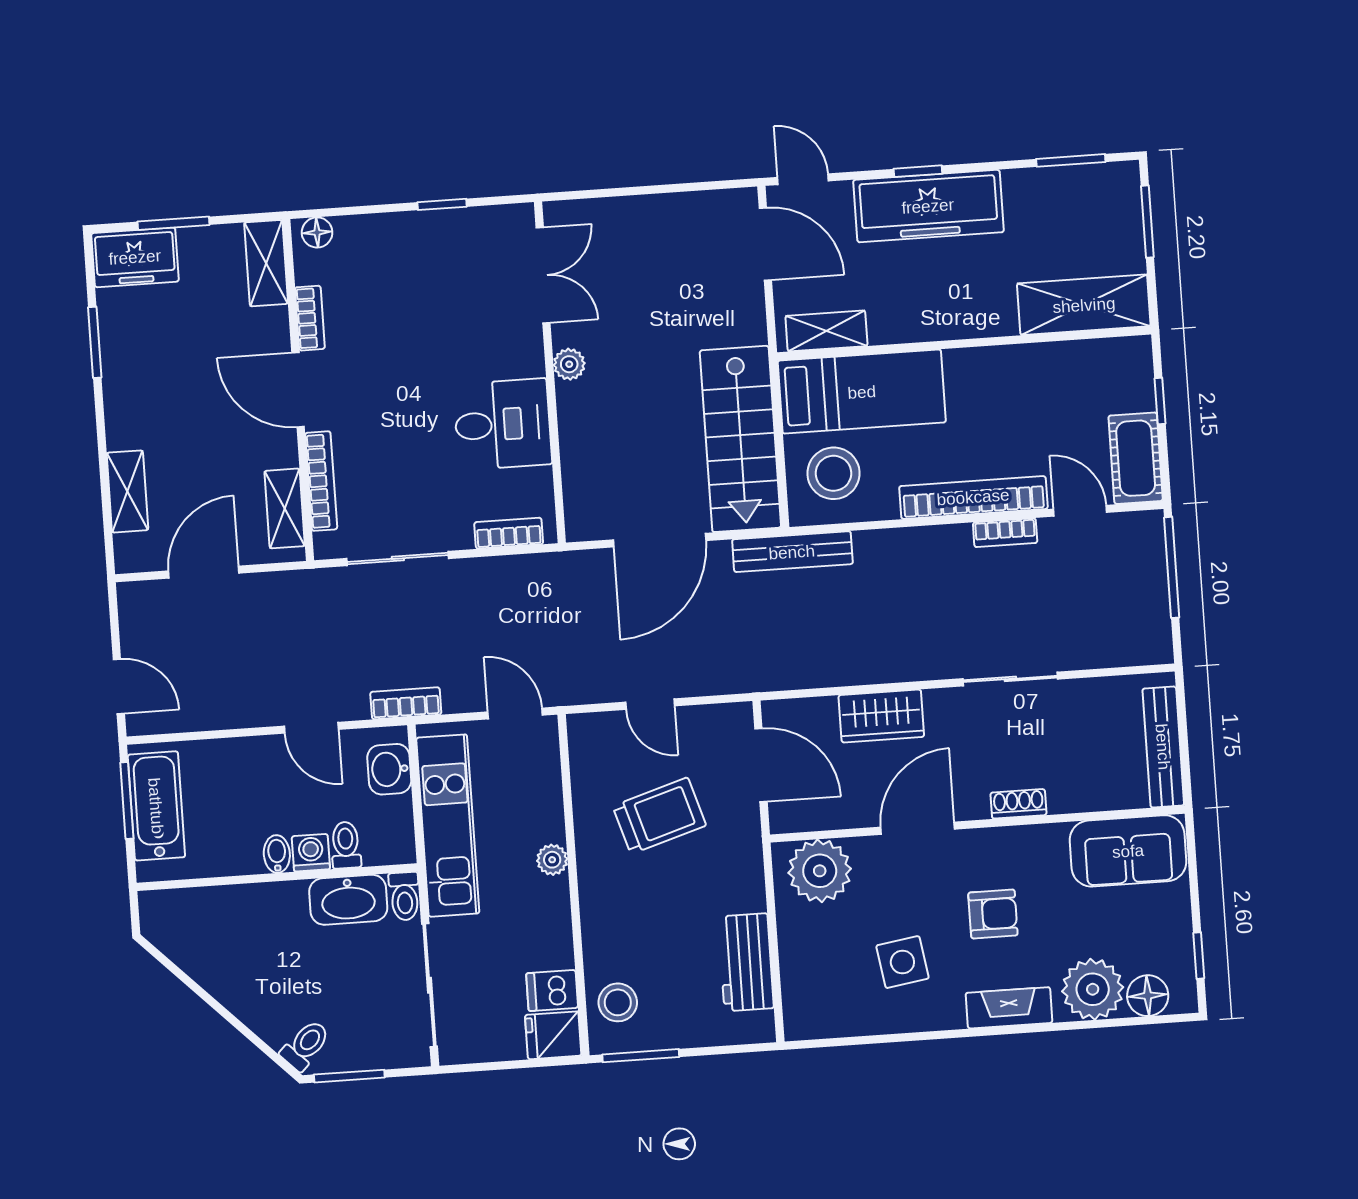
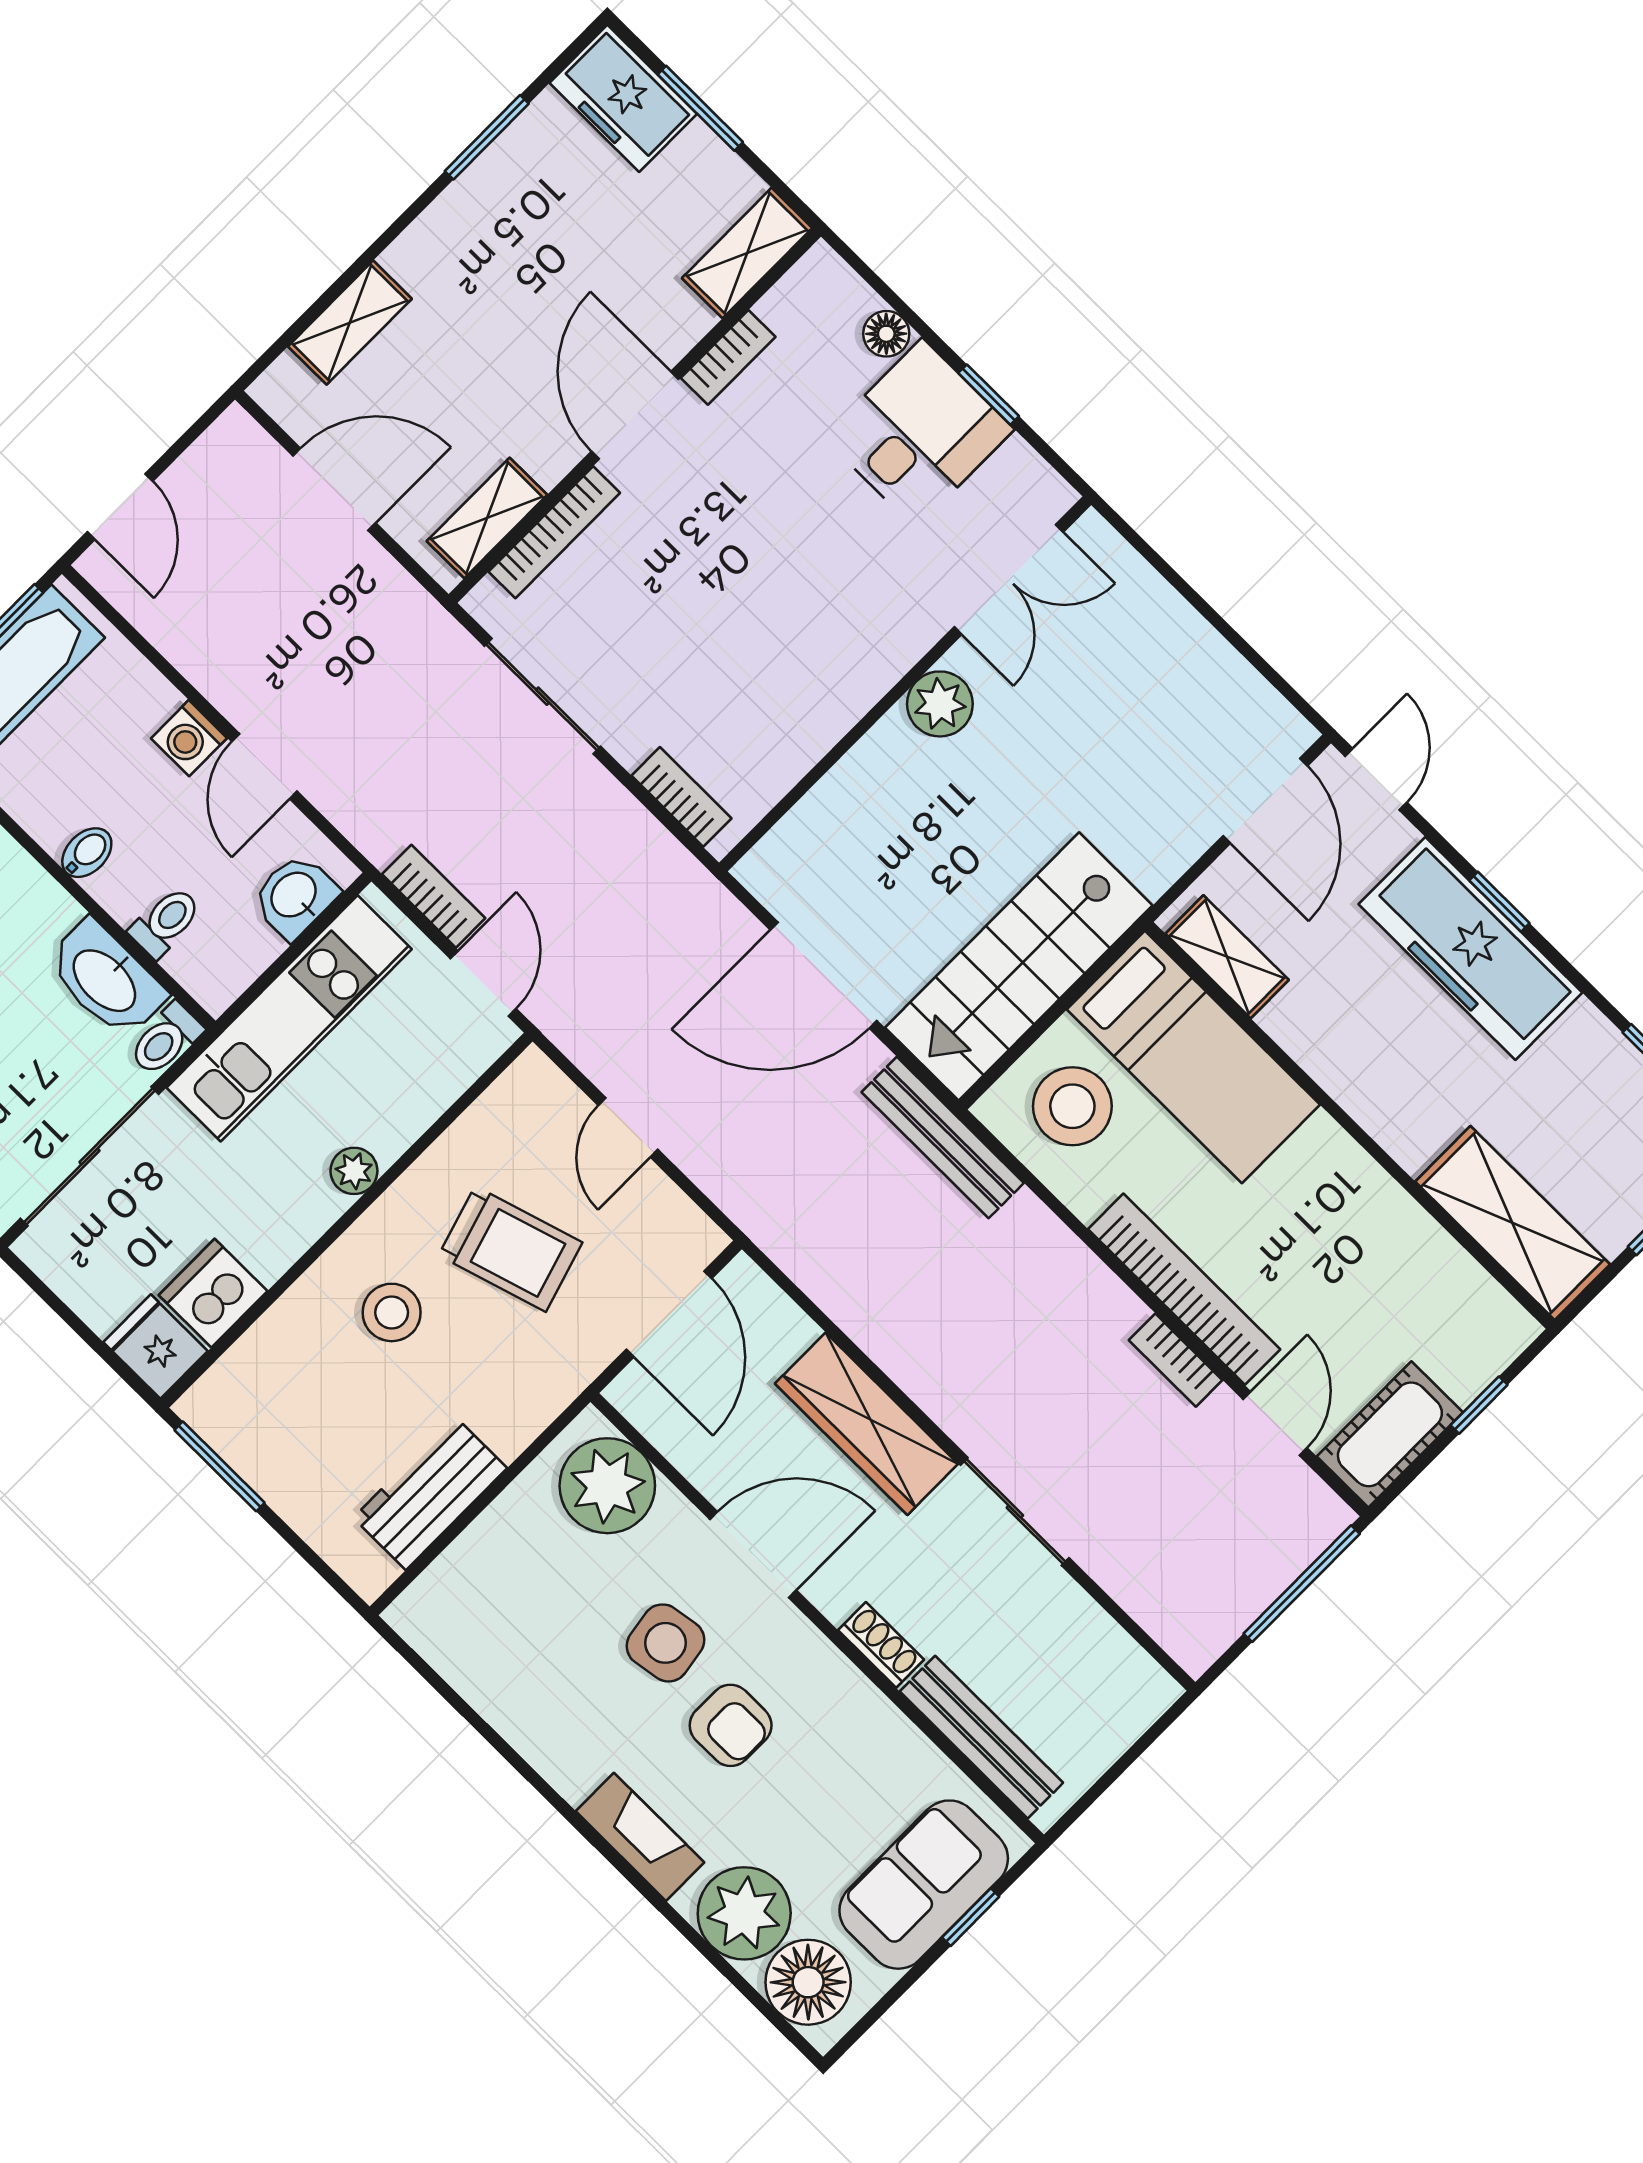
floor lamp: (317, 232) -> (886, 334), moved
plant: (569, 364) -> (940, 704), width x1.38, depth x1.38
desk: (503, 424) -> (919, 433), moved, turned -90
bookcase: (406, 703) -> (434, 896), moved
wardrobe: (881, 716) -> (866, 1424), width x1.50
bench: (1163, 747) -> (981, 1737), moved, turned 90
sofa: (1128, 851) -> (924, 1885), moved, turned 90
washing machine: (311, 853) -> (189, 738), moved, turned 180
window: (1199, 956) -> (971, 1917), moved
side table: (902, 962) -> (665, 1643), moved
dishwasher: (552, 991) -> (213, 1293), width x1.38
floor lamp: (1148, 996) -> (808, 1982), width x1.38, depth x1.38
stool: (618, 1002) -> (392, 1312), moved

